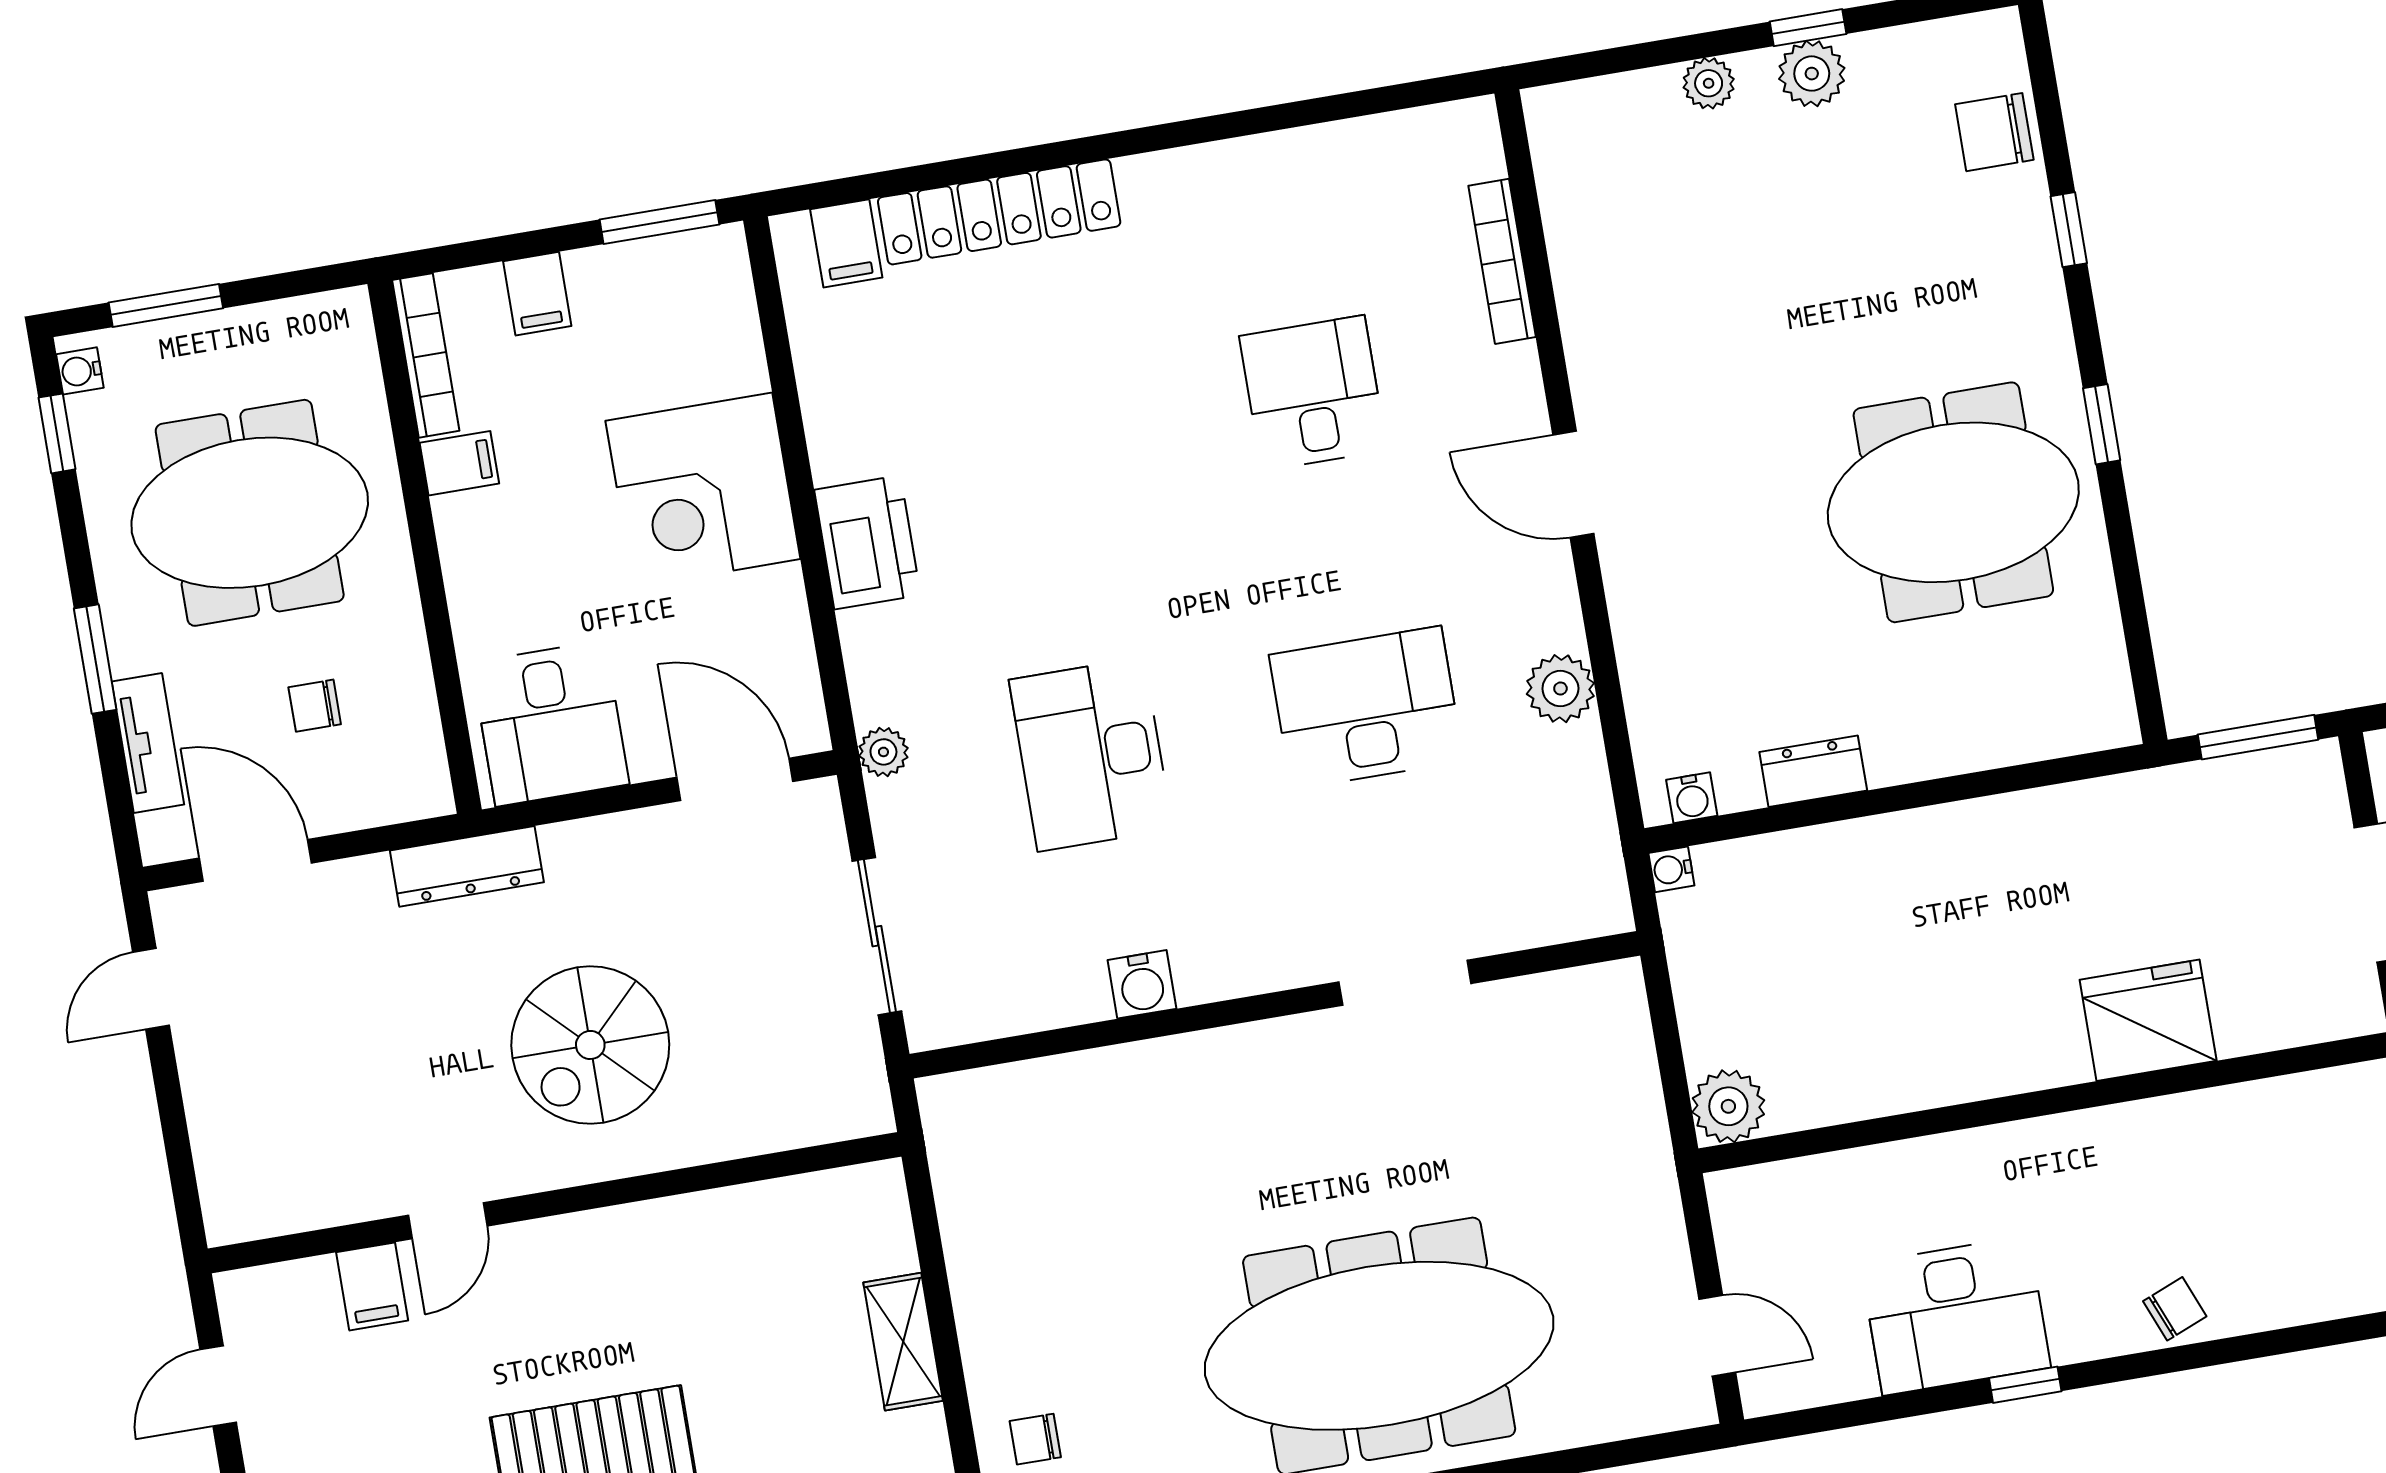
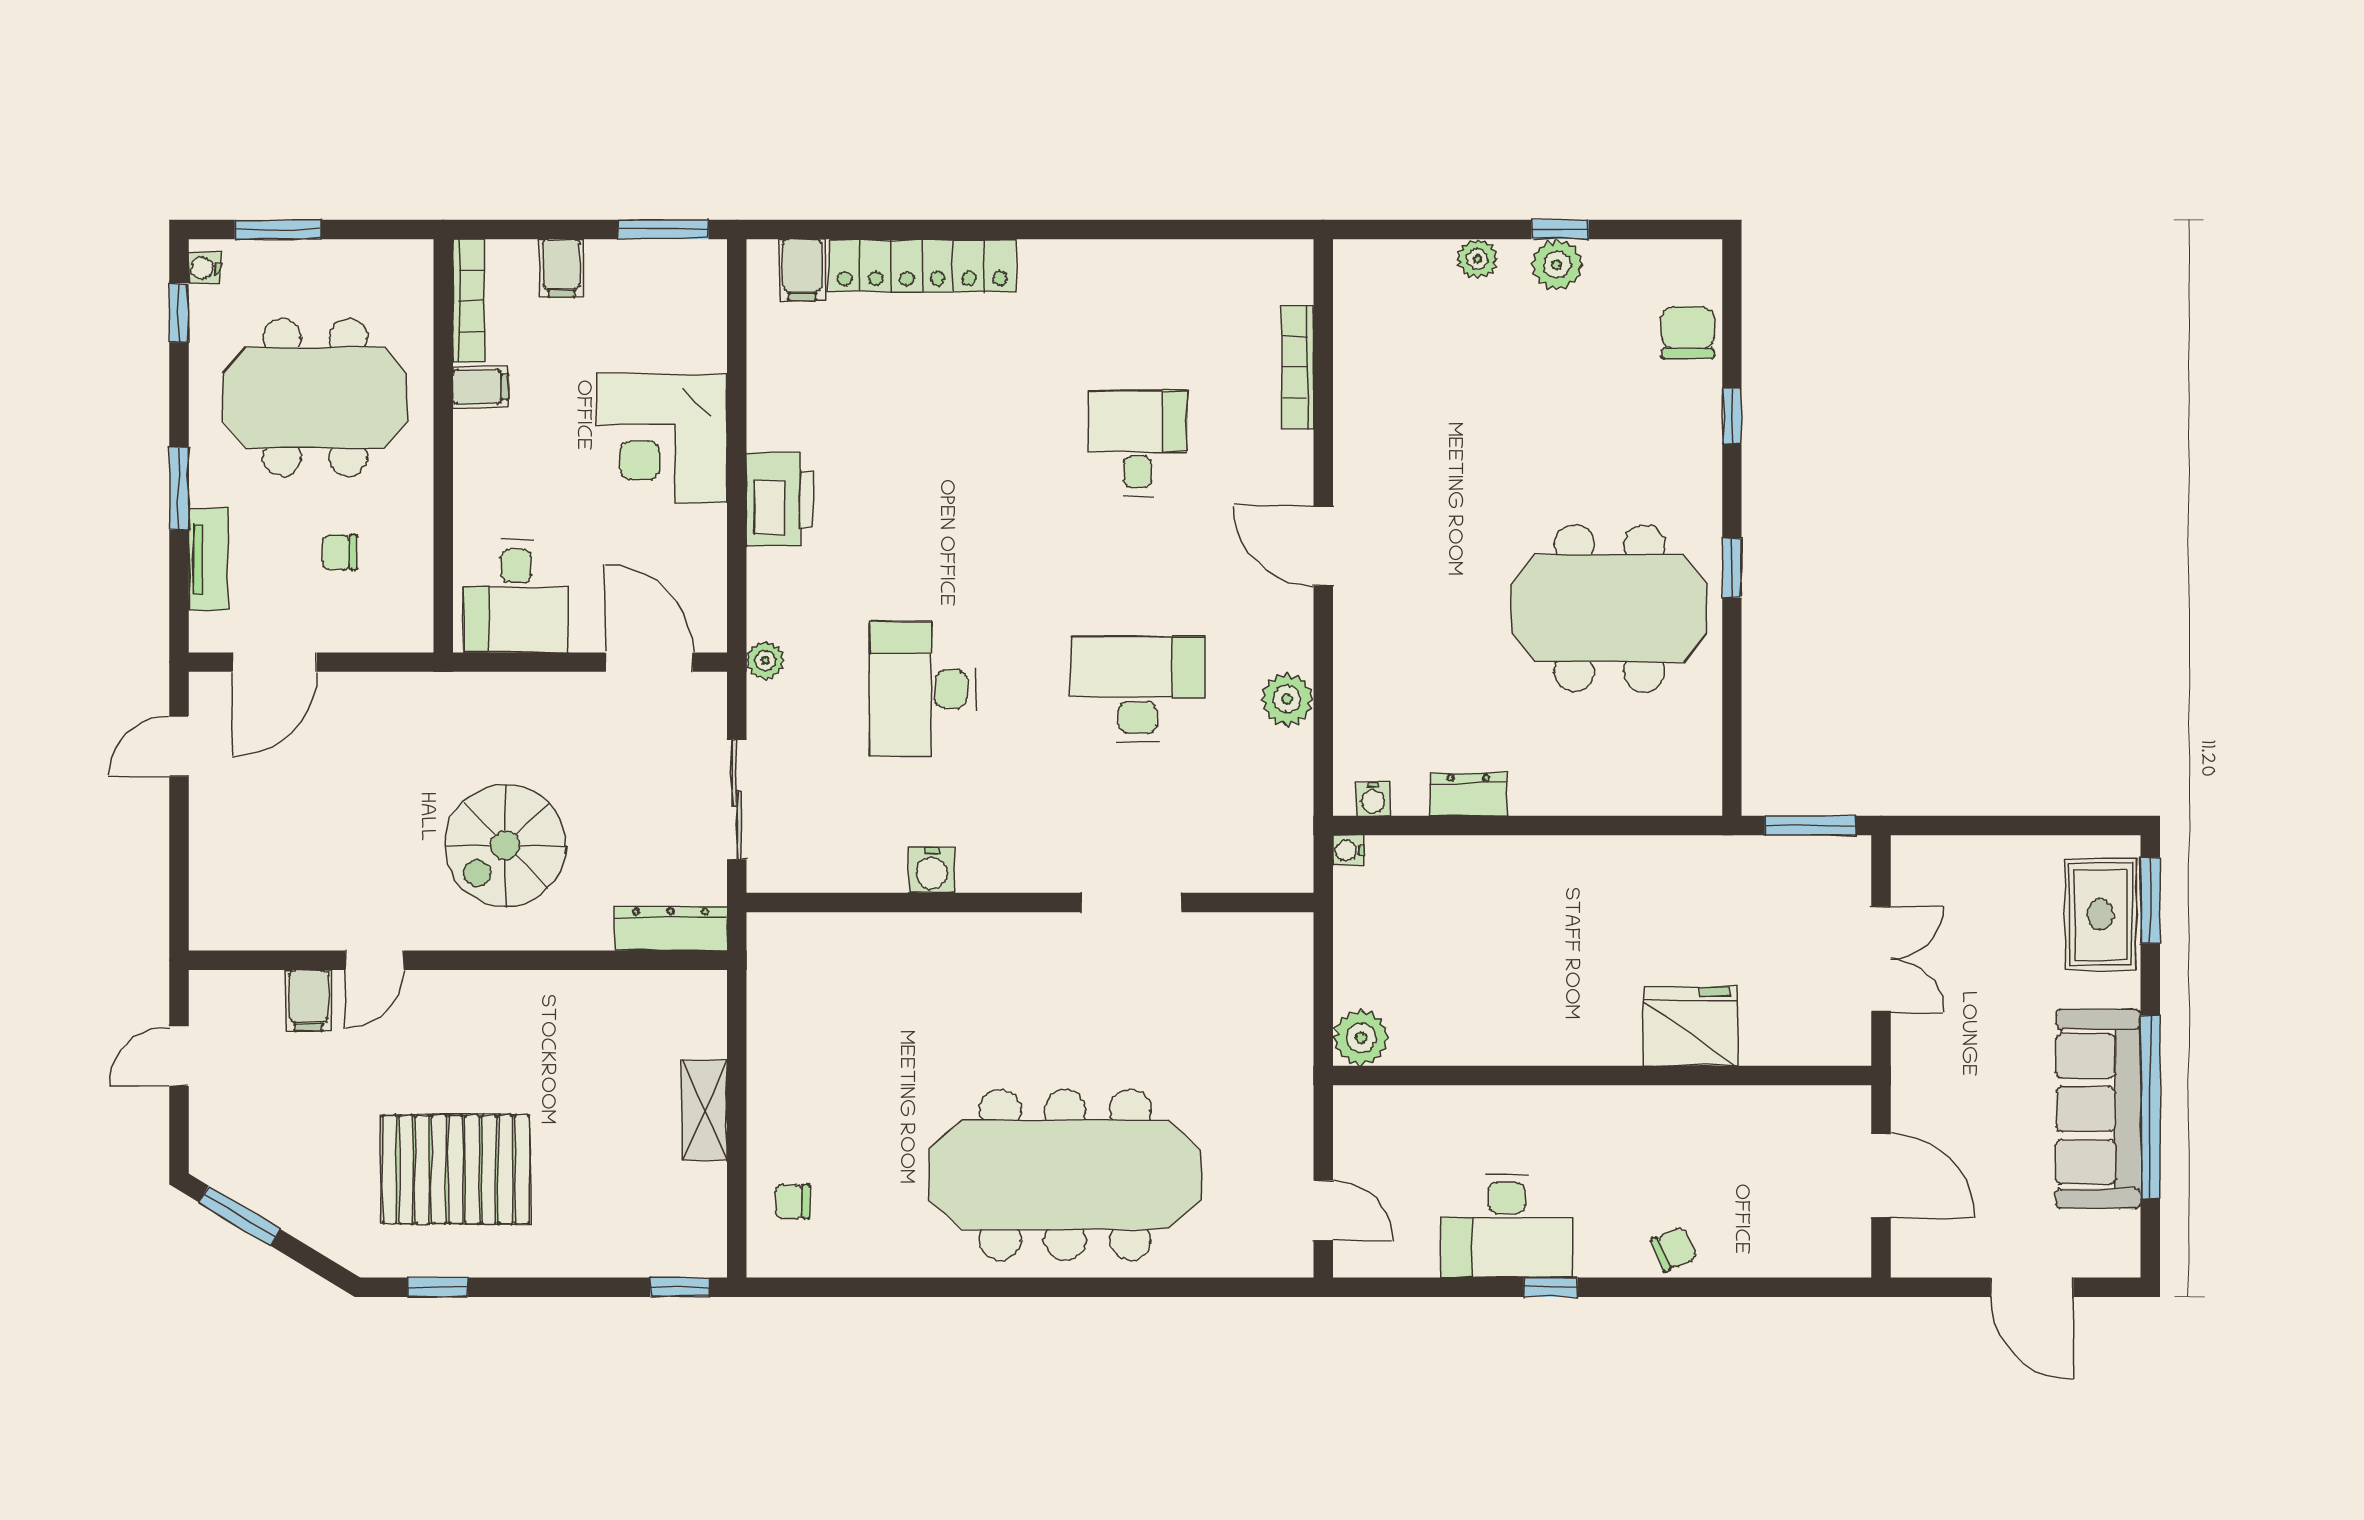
chair: (1994, 132) -> (1688, 333), turned 90
door: (255, 860) -> (275, 662), swing flipped
dresser: (467, 866) -> (671, 929), moved, turned 180

